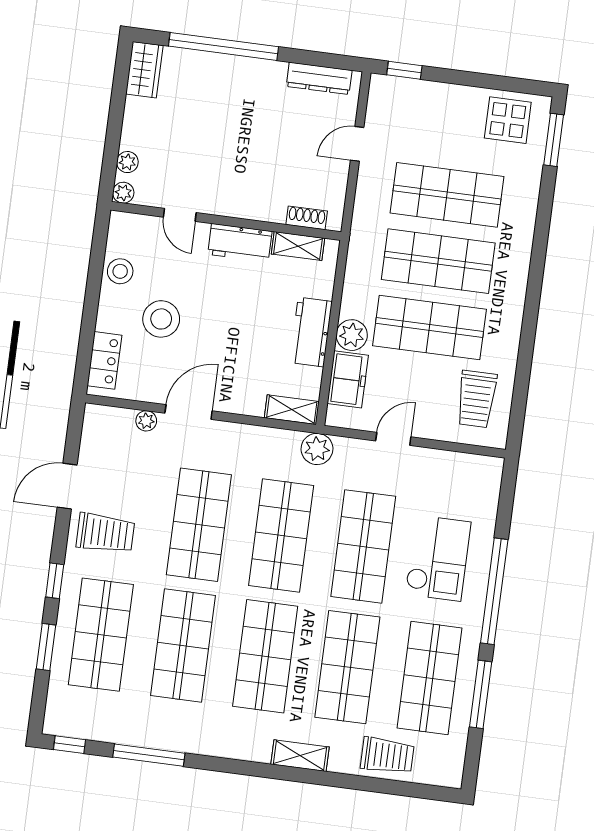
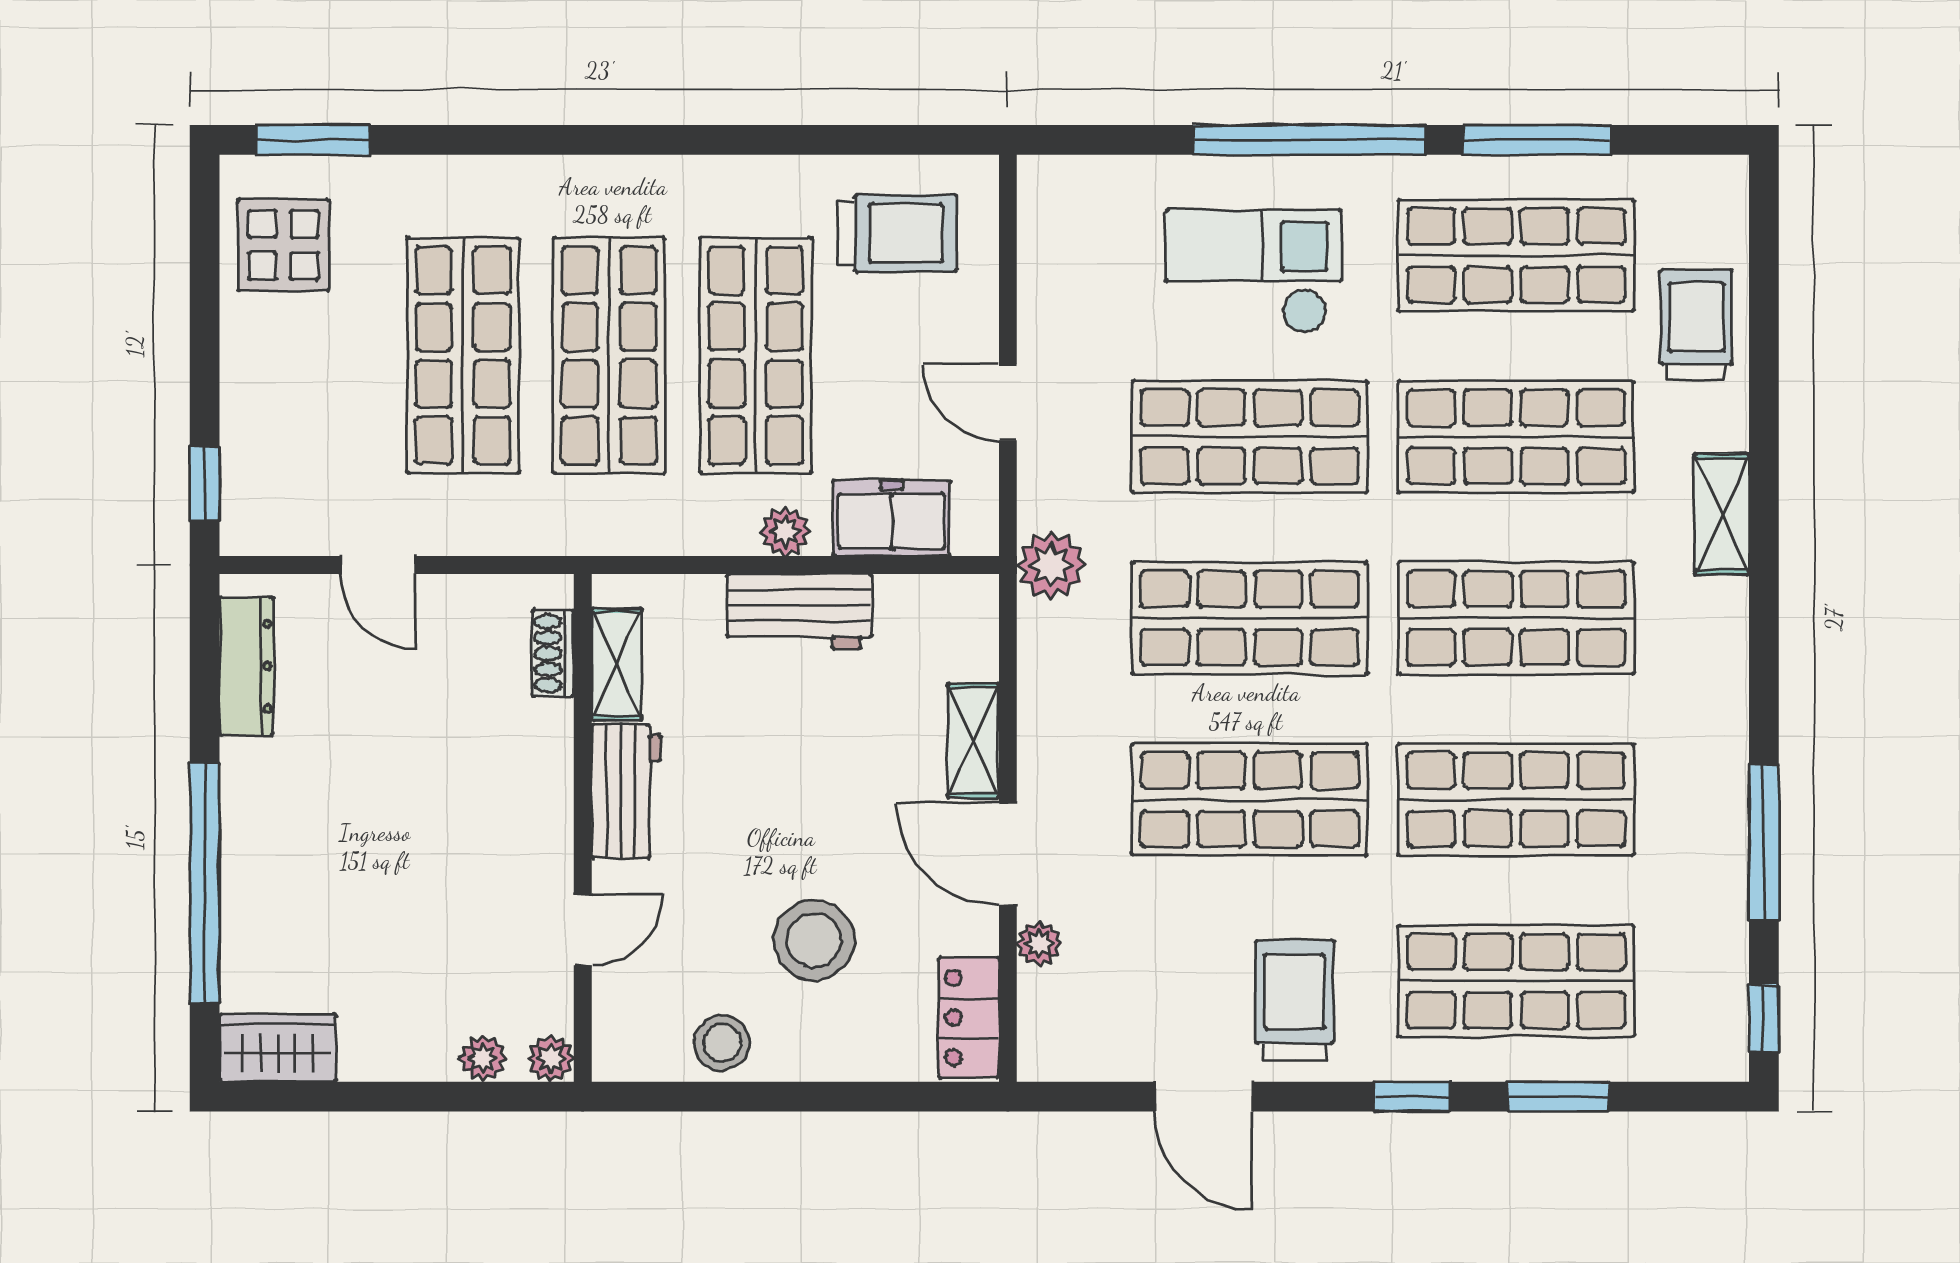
plant: (352, 335) -> (785, 532), width x0.73, depth x0.73
locker: (104, 360) -> (969, 1018), moved, turned -90
shelving: (292, 410) -> (973, 740), moved

